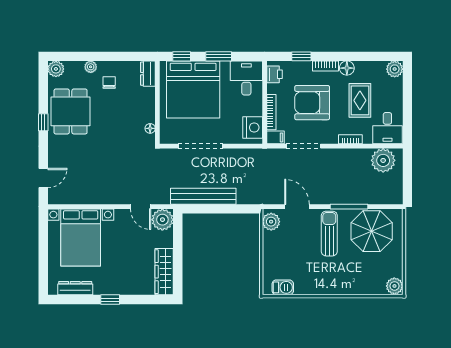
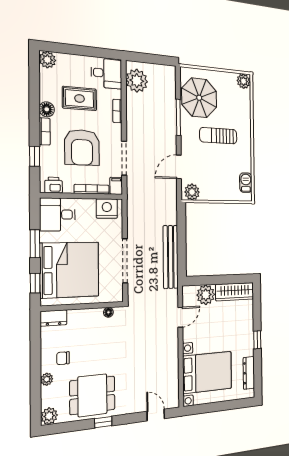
plant: (162, 220) -> (206, 295), moved
sun lounger: (329, 234) -> (218, 136), moved

